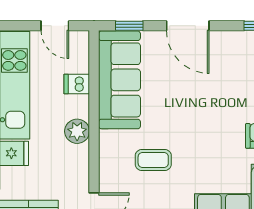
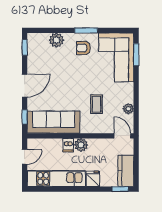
dishwasher: (77, 84) -> (68, 145), moved

